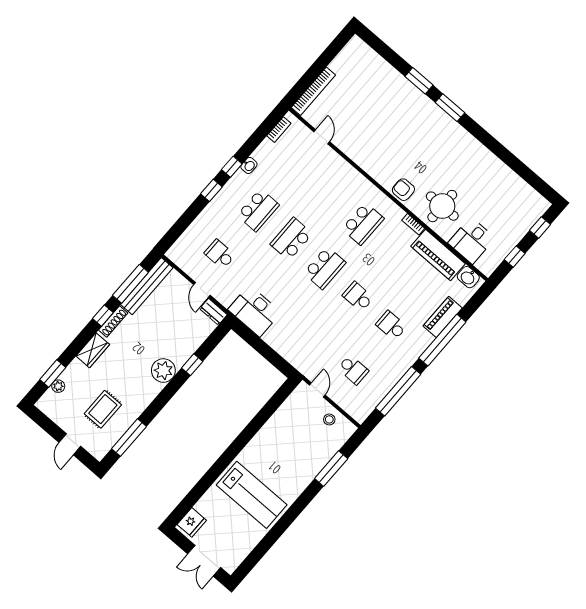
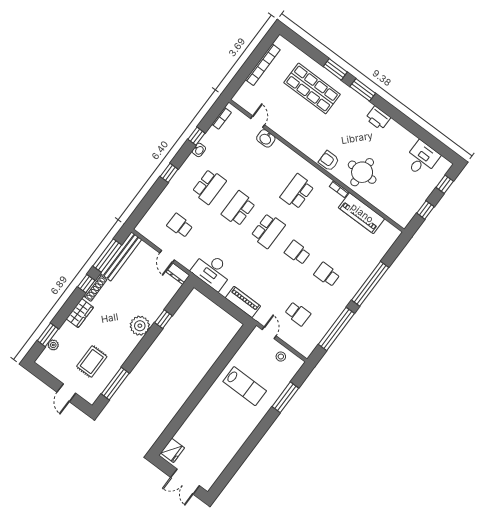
bookcase: (313, 91) -> (263, 65), moved
shop shelf: (390, 102) -> (312, 88), added
printer: (466, 143) -> (378, 118), added
window: (232, 167) -> (196, 136), moved
school desk: (363, 224) -> (297, 192), turned 180
desk: (472, 241) -> (422, 159), moved, turned 180
washbasin: (468, 277) -> (266, 138), moved
piano: (443, 317) -> (243, 302), moved, turned 90
lab bench: (252, 495) -> (245, 386), moved, width x0.73, depth x0.72

